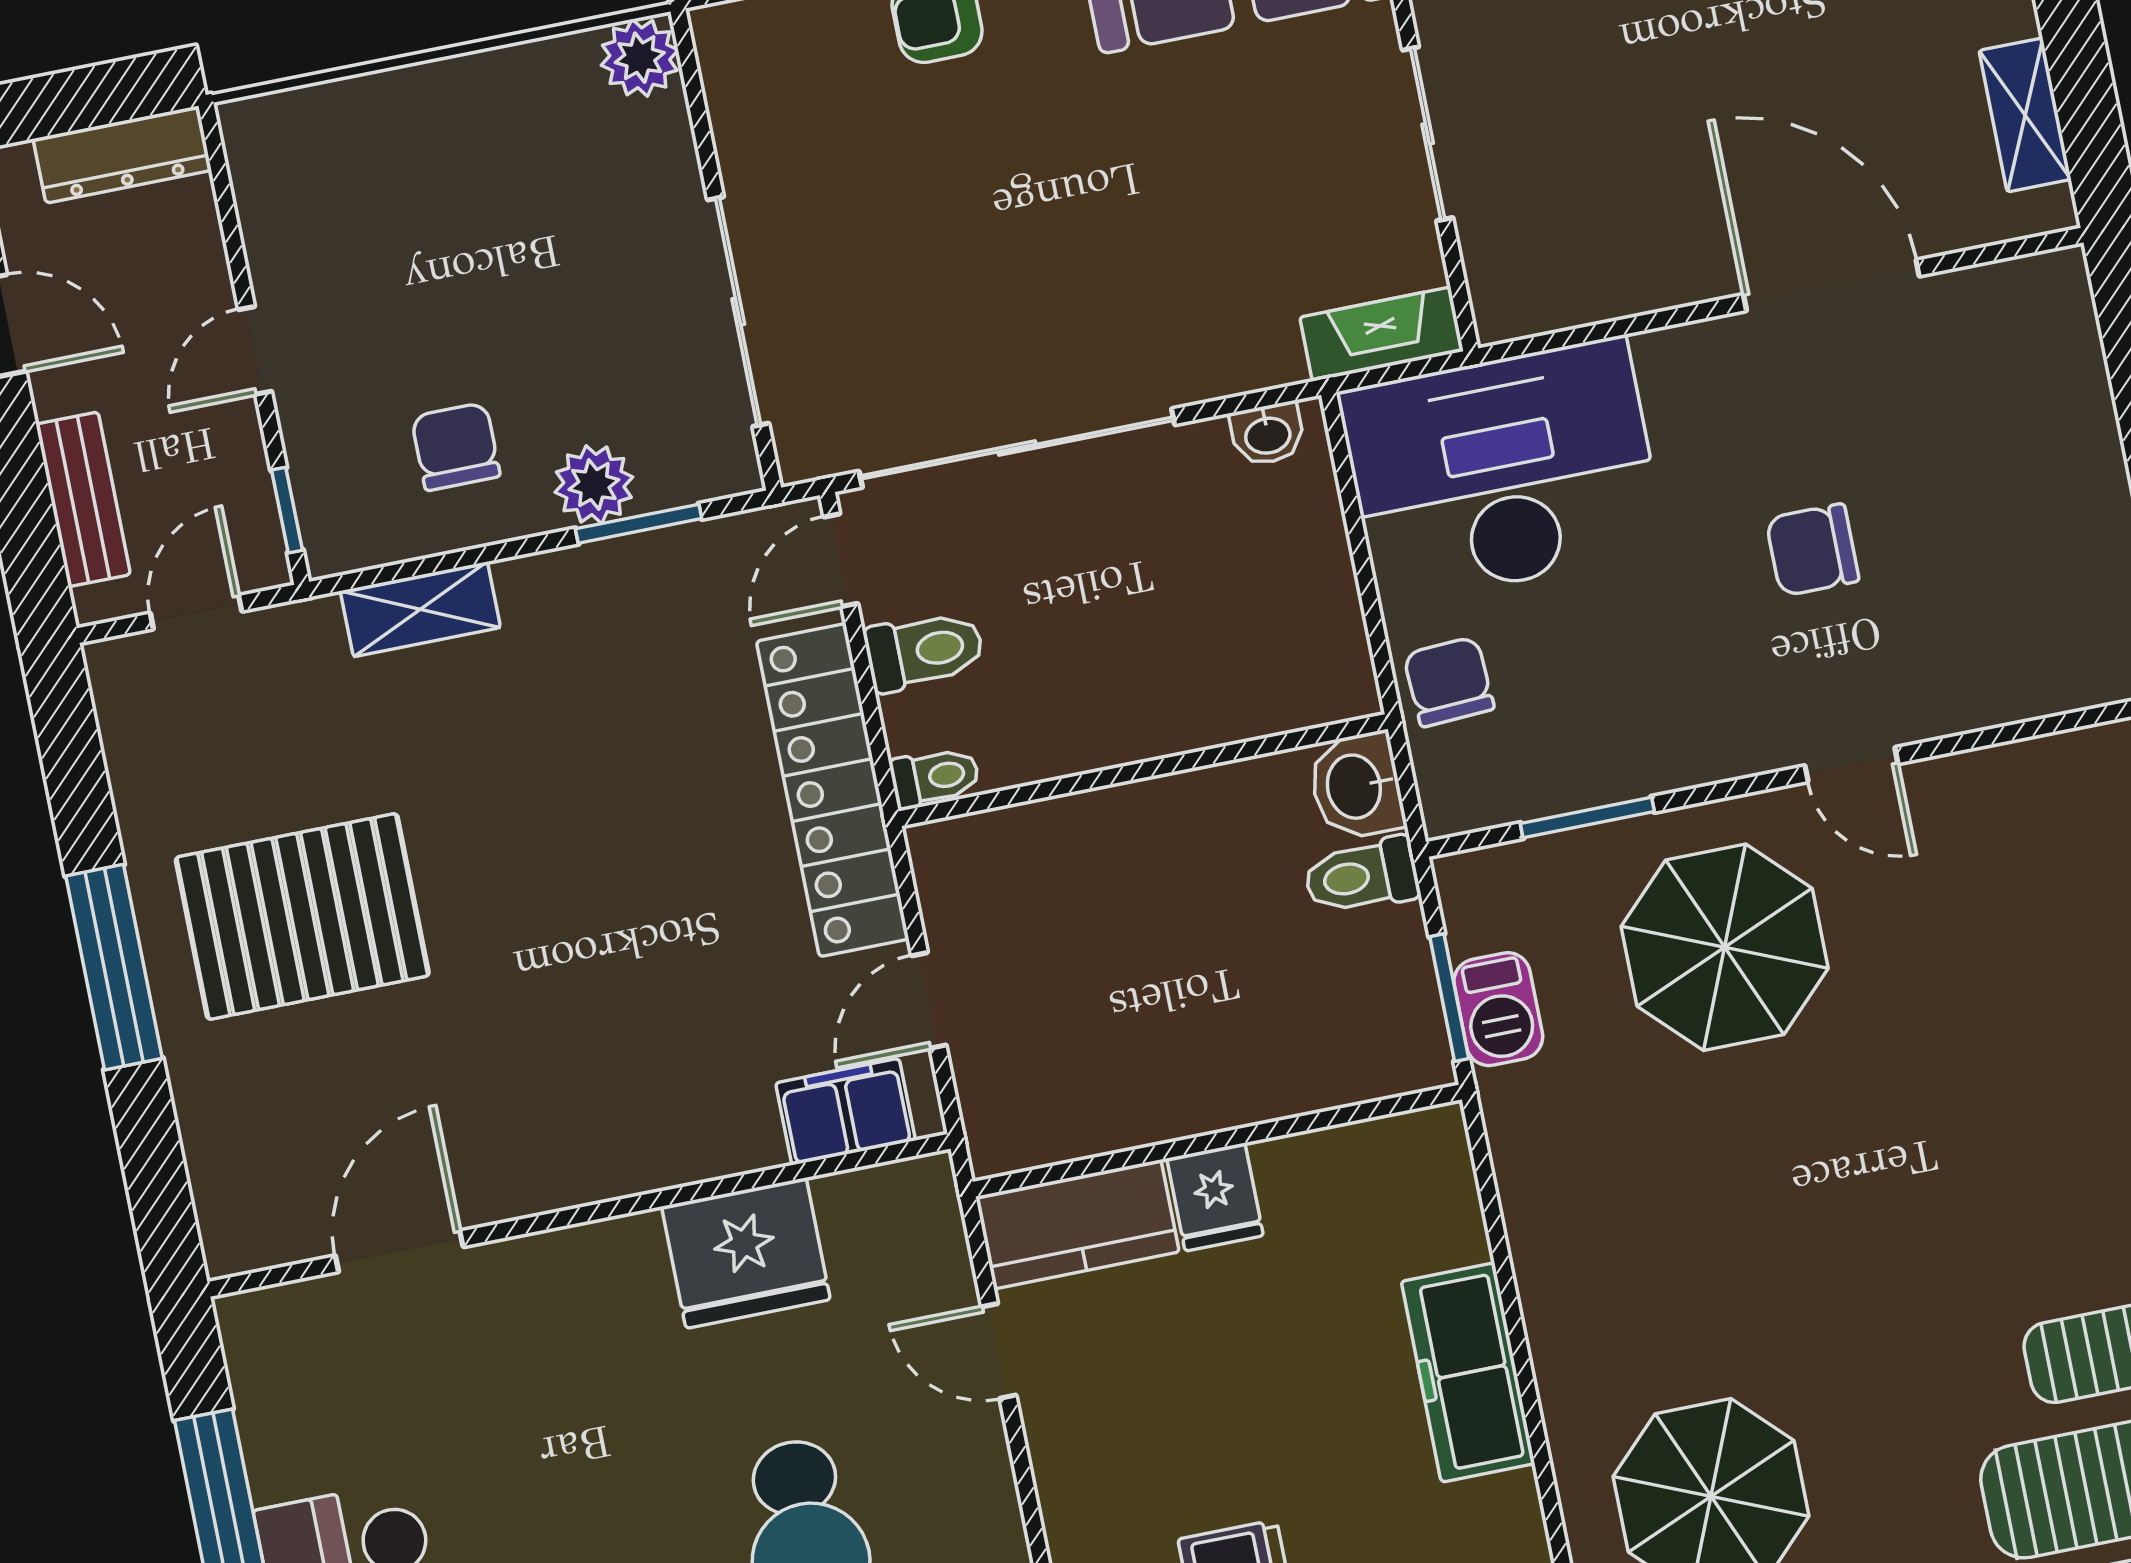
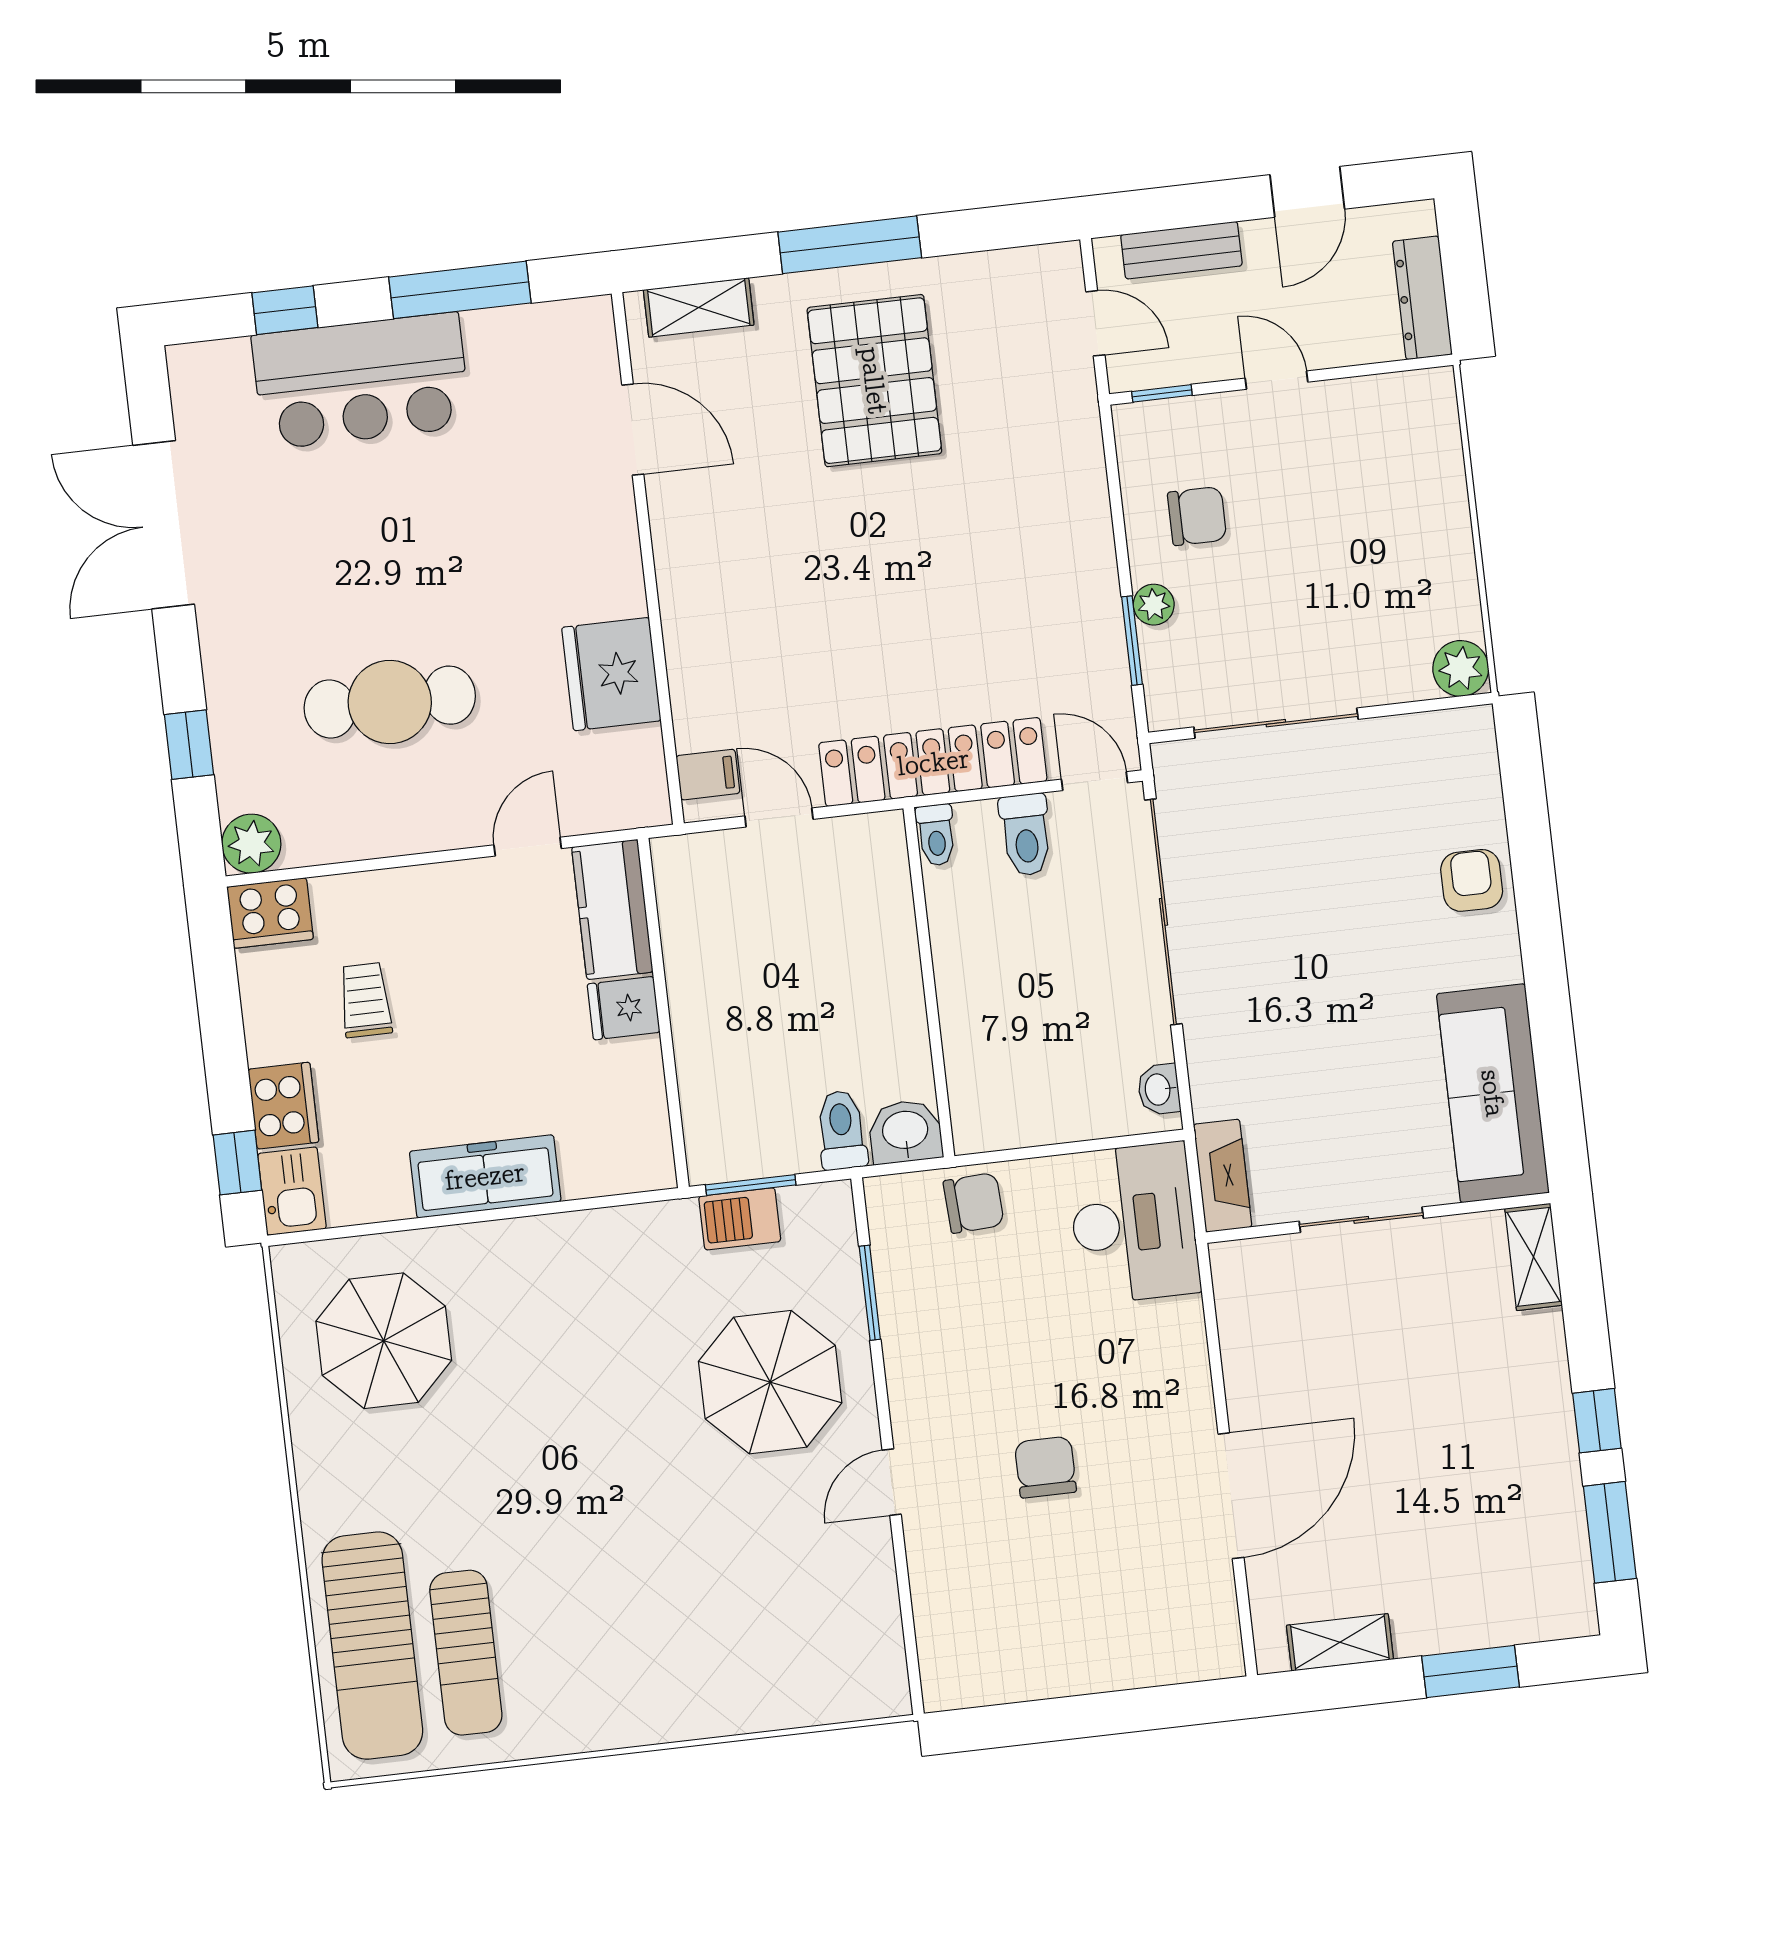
desk: (1502, 471) -> (1134, 1223), width x0.73, depth x0.77
plant: (594, 485) -> (1154, 605), width x0.73, depth x0.73
shelving: (420, 609) -> (699, 307), moved, turned 90
filing cabinet: (845, 1112) -> (708, 775), width x0.50

